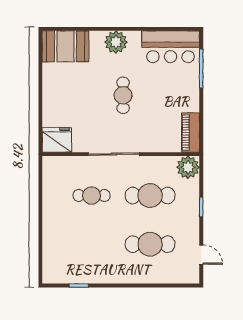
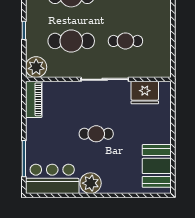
plant: (116, 42) -> (91, 183), moved
booth: (65, 46) -> (157, 166), moved, turned 90
cafe table: (123, 95) -> (96, 134), turned 90
fridge: (57, 140) -> (145, 93), moved

